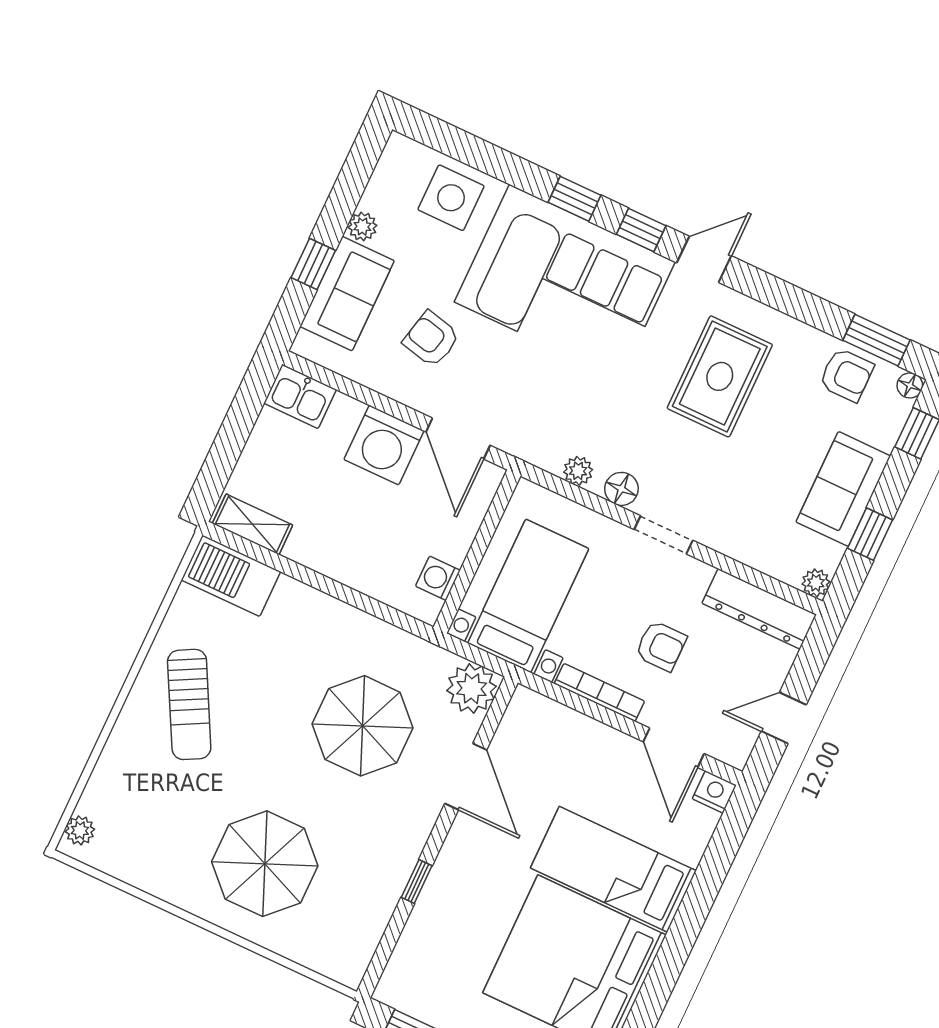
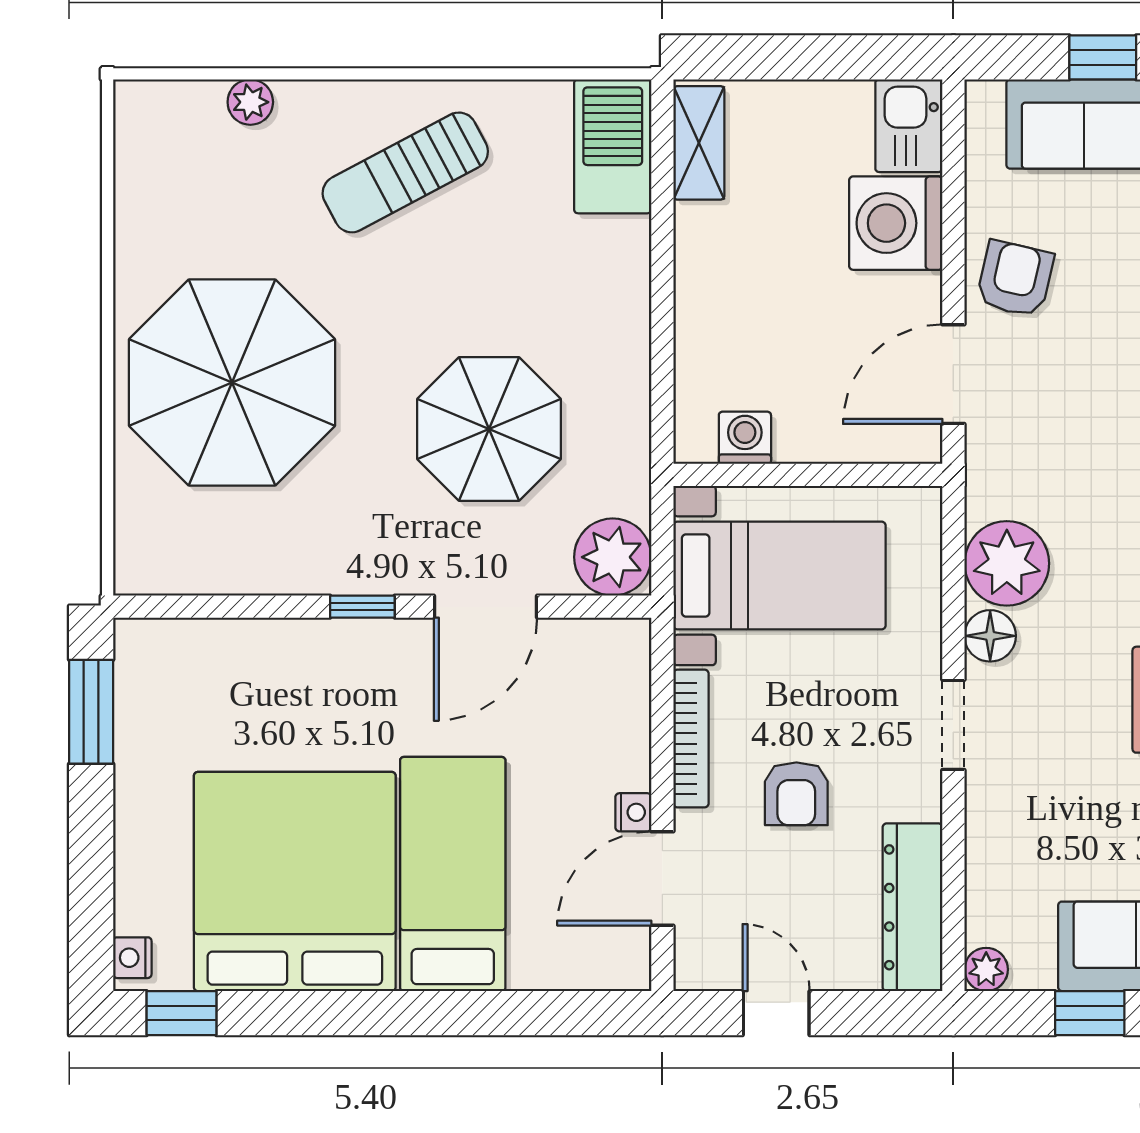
armchair: (431, 339) -> (1015, 279), moved
washing machine: (384, 445) -> (896, 223), moved
plant: (578, 471) -> (1007, 563), width x1.88, depth x1.88
nightstand: (714, 792) -> (633, 812), moved, width x0.72, depth x0.74
plant: (80, 830) -> (250, 102), moved
parasol: (265, 864) -> (232, 382), width x1.36, depth x1.36
window: (417, 882) -> (362, 607), moved

